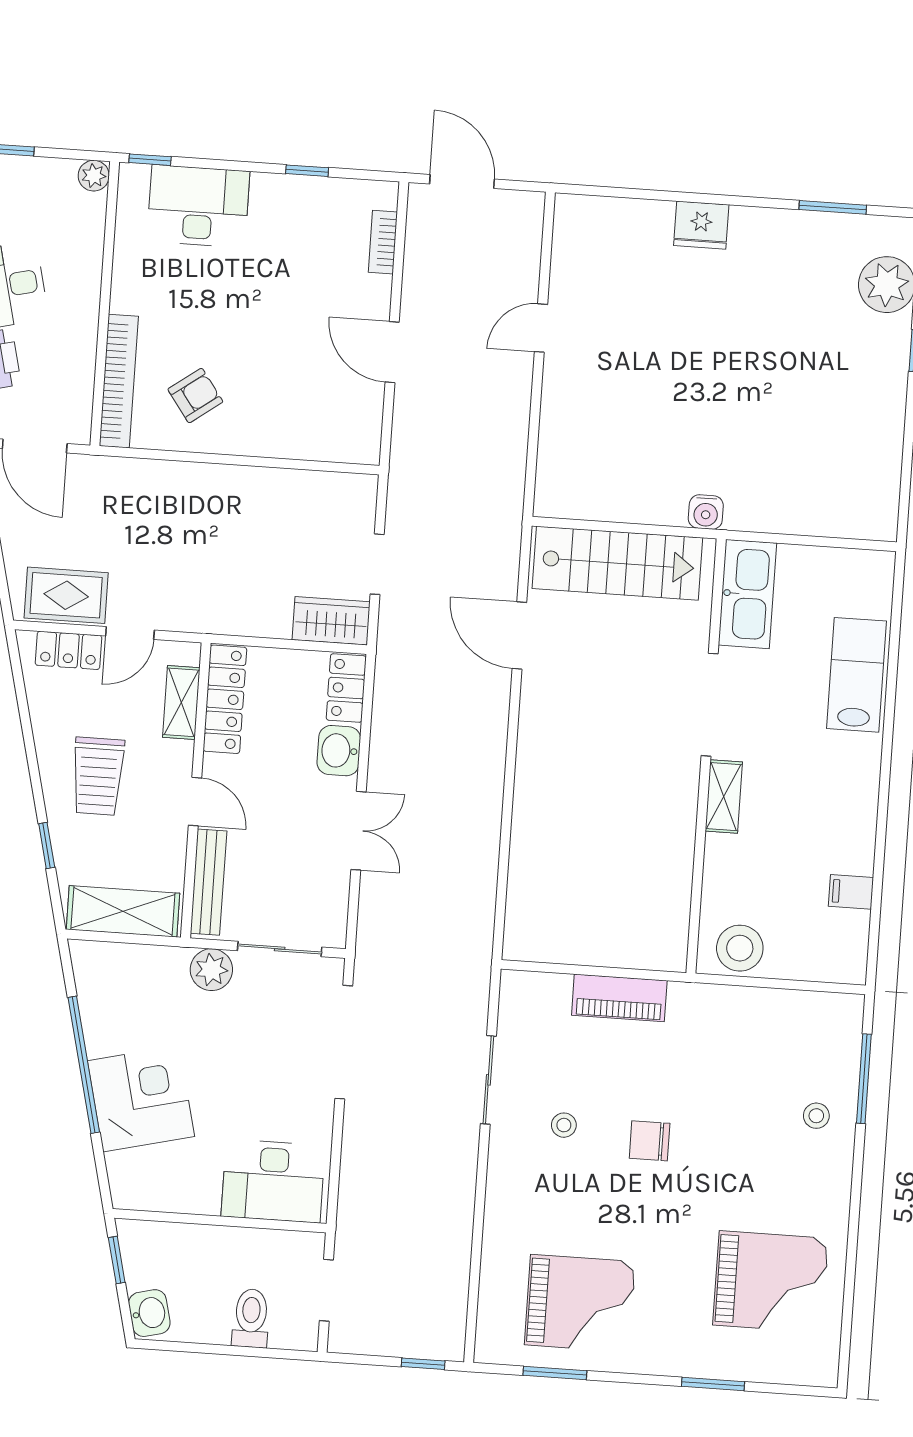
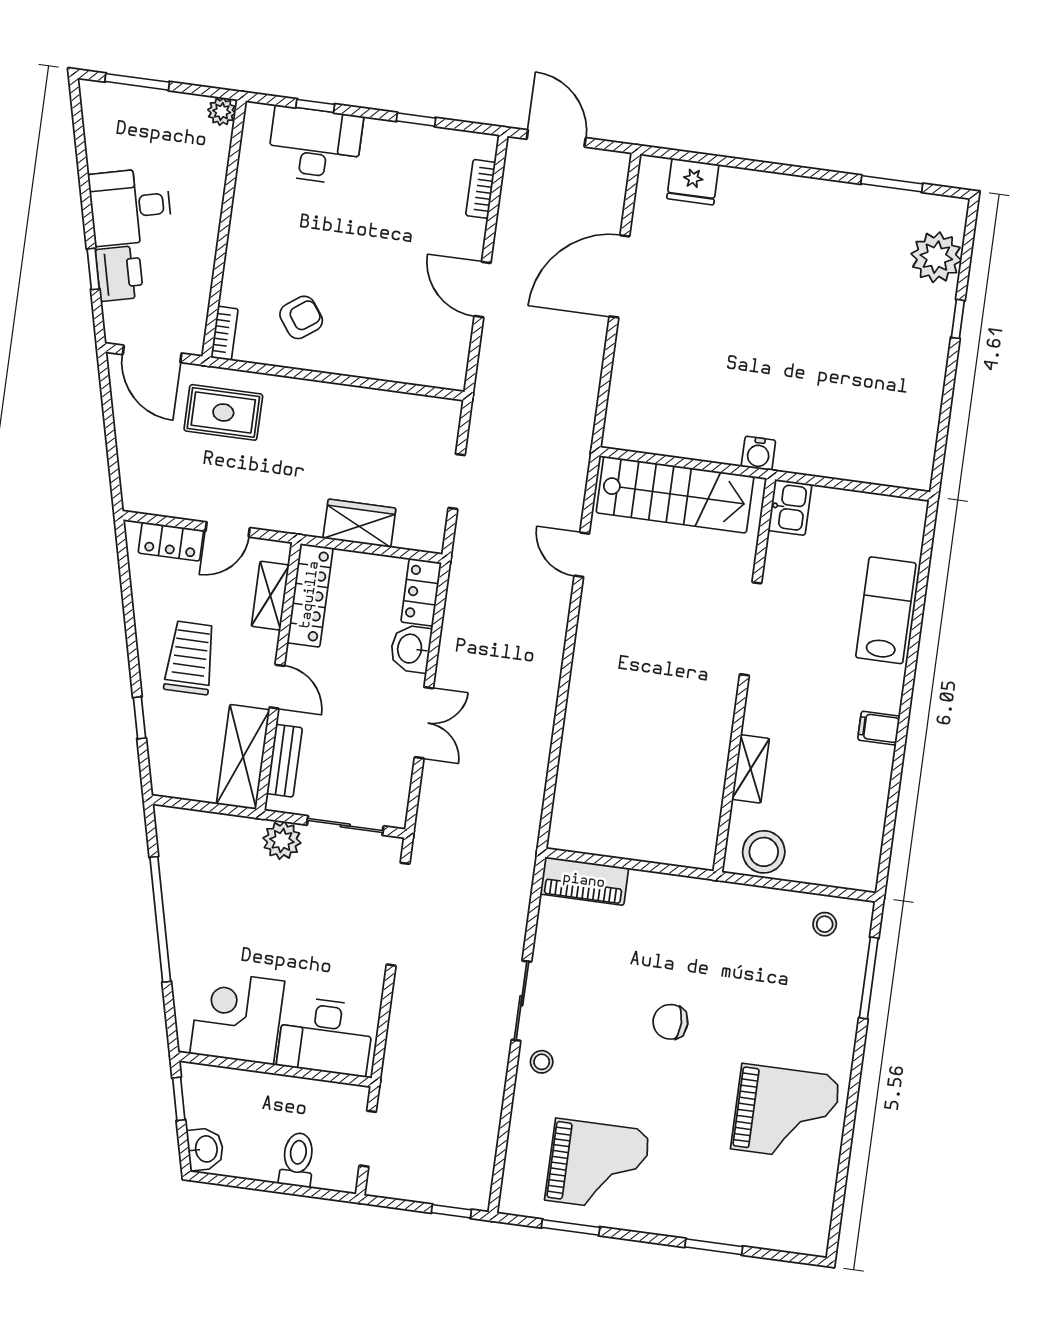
window: (150, 160) -> (315, 106), moved
fridge: (701, 225) -> (693, 182), moved
door: (541, 328) -> (619, 276), width x1.88
bookcase: (119, 381) -> (225, 333), width x0.43, depth x0.76
kitchen sink: (747, 594) -> (790, 507), width x0.53, depth x0.81
rug: (66, 595) -> (223, 412), moved
wardrobe: (331, 621) -> (359, 523), moved
door: (519, 636) -> (582, 555), width x0.73
trolley: (98, 776) -> (190, 658), turned 180
shelving: (724, 797) -> (751, 769), moved
bench: (209, 882) -> (284, 761), width x0.73
filing cabinet: (851, 892) -> (879, 728), moved
shelving: (123, 911) -> (243, 757), moved, turned 90
piano: (619, 998) -> (584, 881), moved
sliding door: (488, 1080) -> (521, 1001), moved
corner desk: (141, 1099) -> (237, 1017), moved, turned -76
stool: (816, 1116) -> (825, 924), moved
stool: (564, 1125) -> (542, 1062), moved
grand piano: (771, 1282) -> (786, 1113), moved

